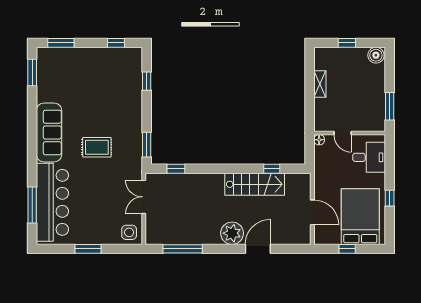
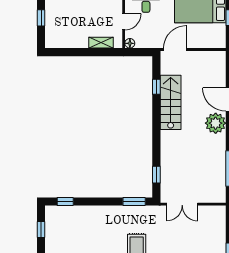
window: (147, 81) -> (65, 202), moved
shelving: (320, 84) -> (101, 43), moved
door: (312, 212) -> (175, 49), moved
side table: (129, 232) -> (215, 218), removed

